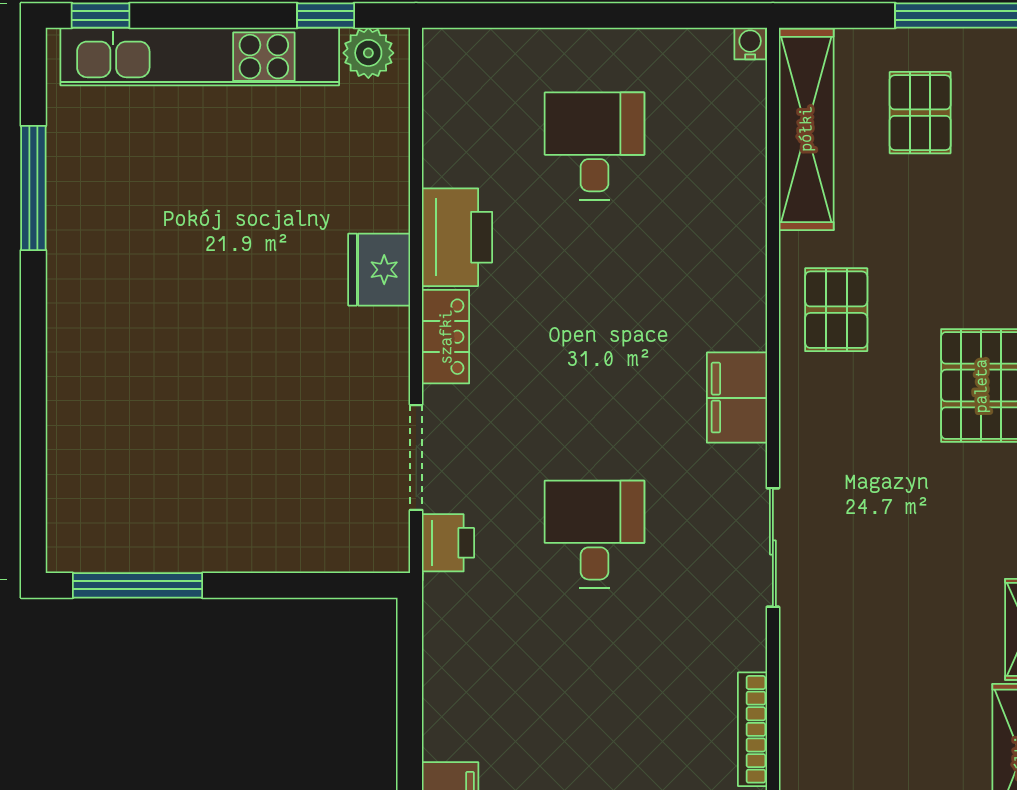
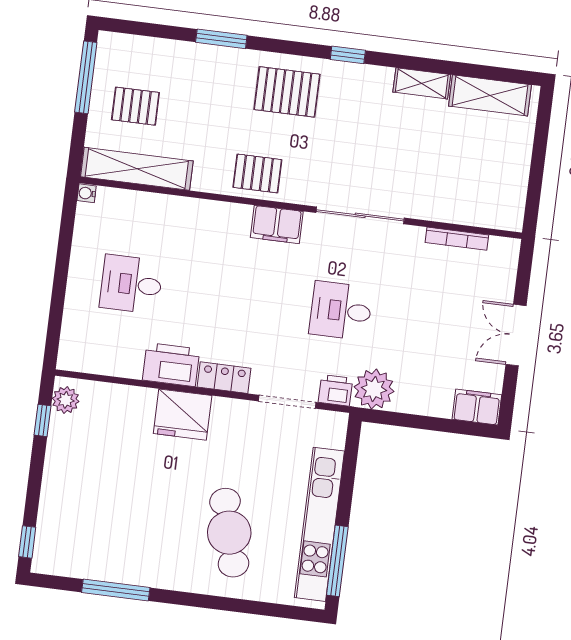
kitchen unit: (200, 57) -> (319, 524), moved, turned 180
fridge: (379, 270) -> (183, 415), width x1.36, depth x1.34
pallet: (836, 310) -> (257, 173), moved
cafe table: (164, 382) -> (229, 533), added
sliding door: (773, 547) -> (360, 215), width x1.37
plant: (459, 613) -> (374, 389), added

